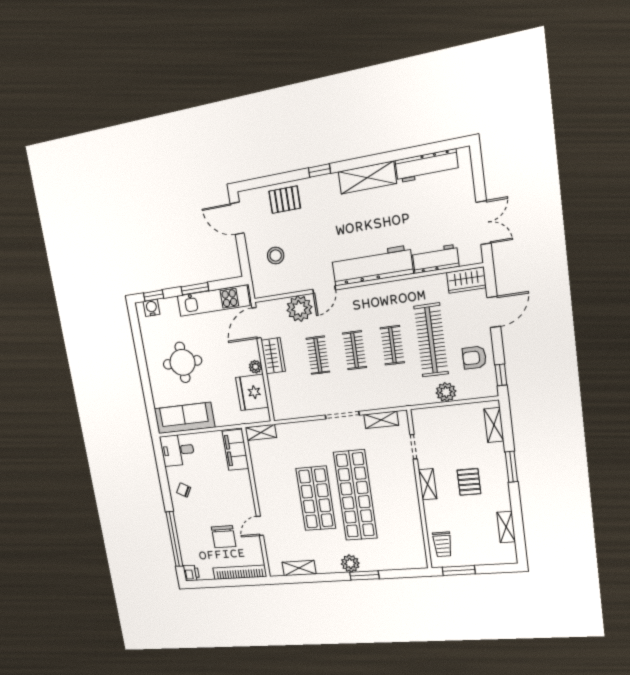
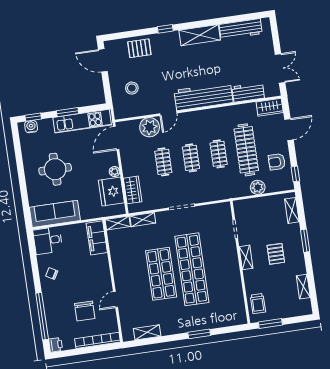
wardrobe: (273, 356) -> (133, 190), moved
shelving: (381, 420) -> (143, 220), moved
plant: (350, 564) -> (188, 325), removed

